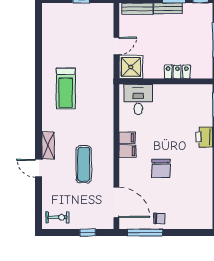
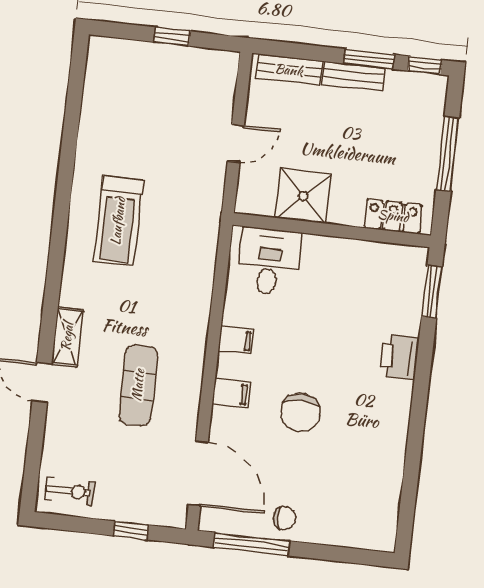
shower: (131, 67) -> (303, 196), moved
locker: (177, 72) -> (393, 216), moved
filing cabinet: (128, 151) -> (231, 393), moved

